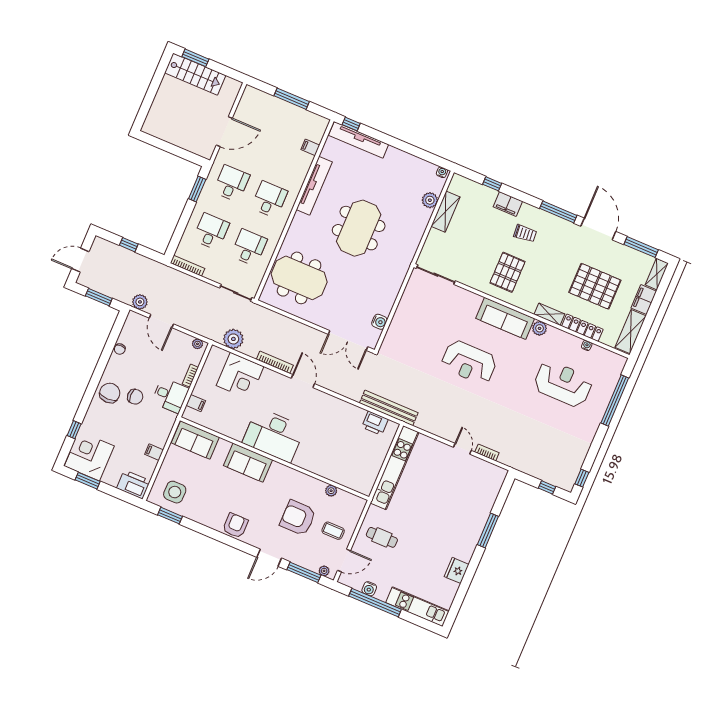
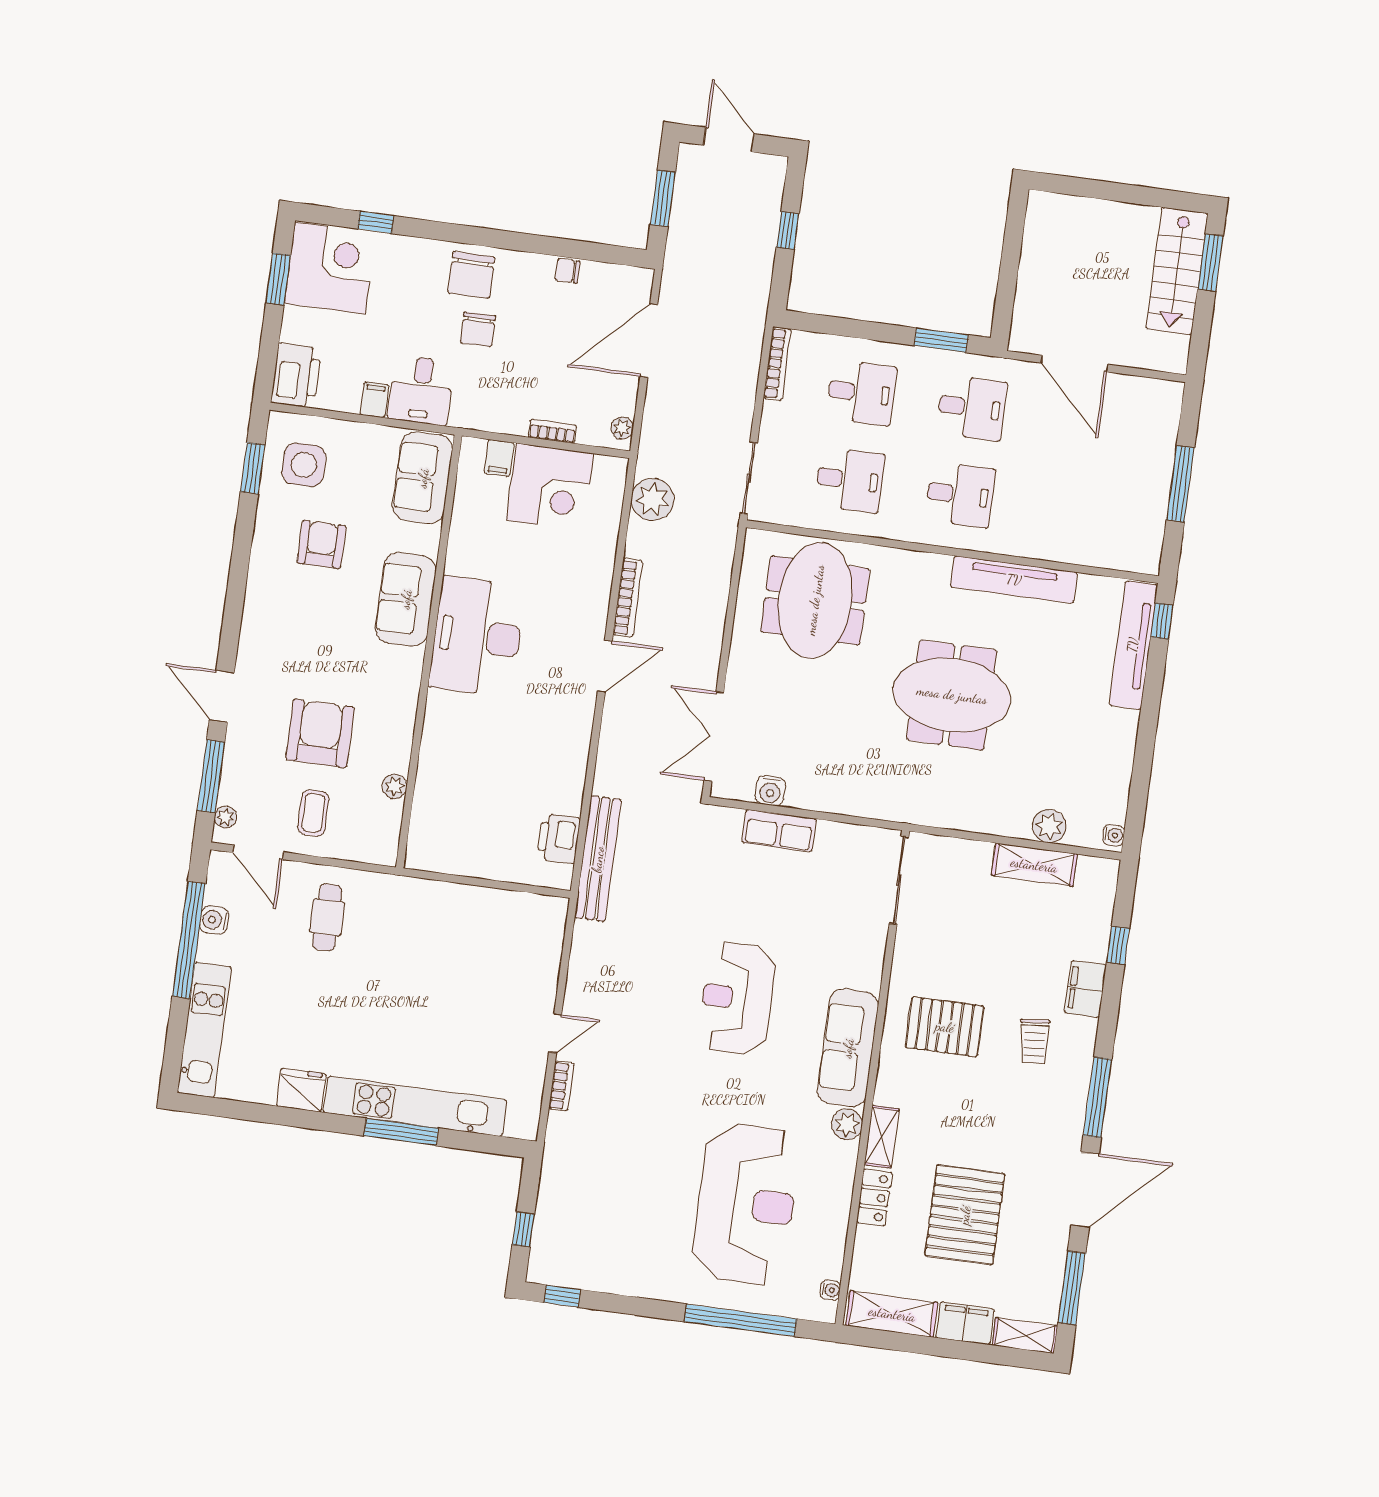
filing cabinet: (310, 147) -> (1091, 550), removed
plant: (140, 302) -> (676, 286), removed
door: (161, 321) -> (649, 341), width x1.36
row of seats: (399, 323) -> (779, 831), added
locker: (582, 328) -> (874, 1197), width x0.66
water cooler: (587, 345) -> (830, 1290), moved
corner desk: (240, 376) -> (550, 487), moved, turned -90
reception desk: (563, 384) -> (746, 1204), width x1.36, depth x1.30
chair: (110, 393) -> (471, 275), turned 90
desk: (170, 395) -> (421, 390), moved
kitchen unit: (395, 468) -> (415, 1106), moved, turned 180
armchair: (235, 526) -> (321, 544), moved, turned -90

